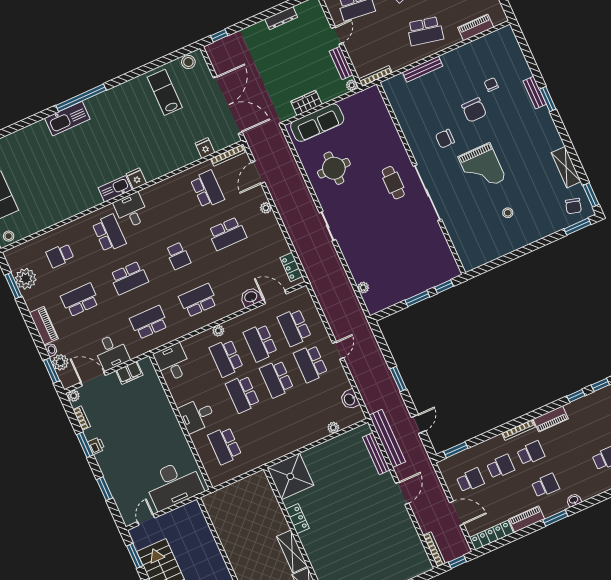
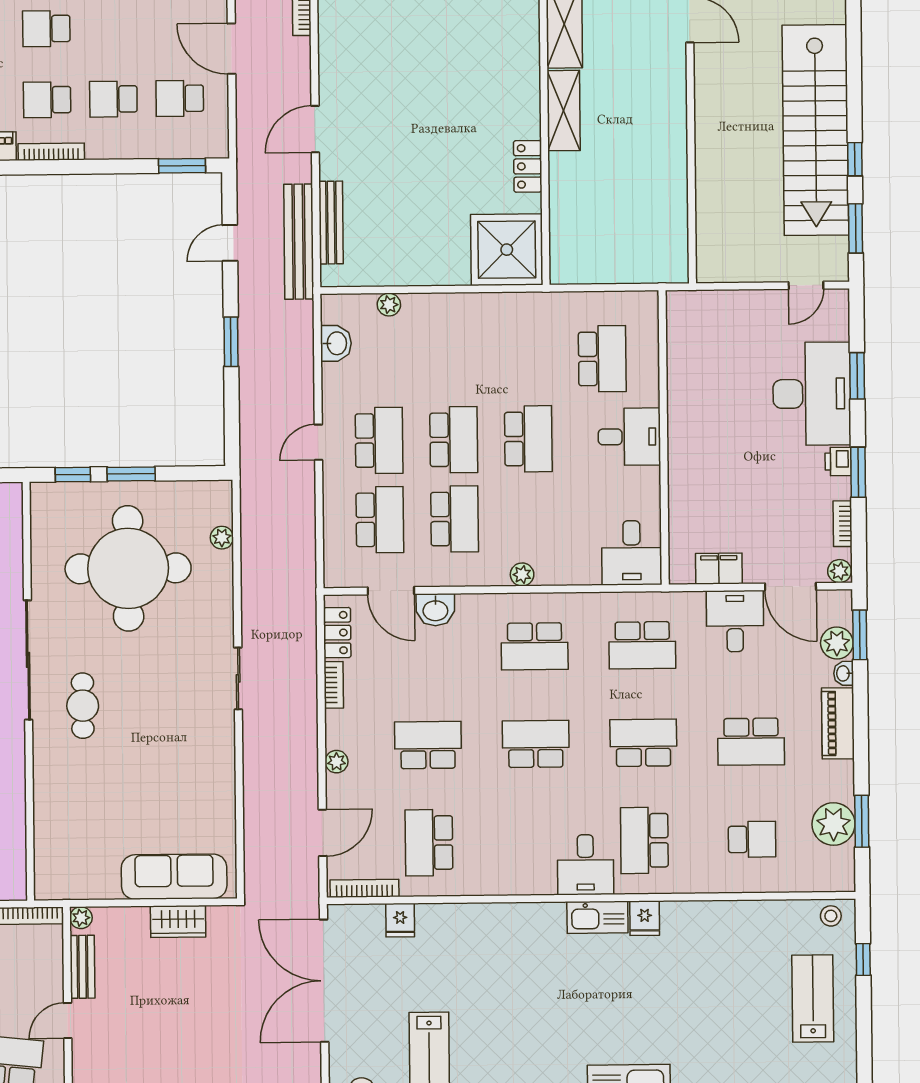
round table: (334, 168) -> (128, 568), moved, width x1.86, depth x1.86
fridge: (136, 178) -> (645, 918), moved
bookcase: (282, 242) -> (334, 685), added
school desk: (178, 256) -> (536, 744), width x1.85
school desk: (226, 358) -> (529, 518), removed
desk: (174, 484) -> (812, 394), moved, turned 90

